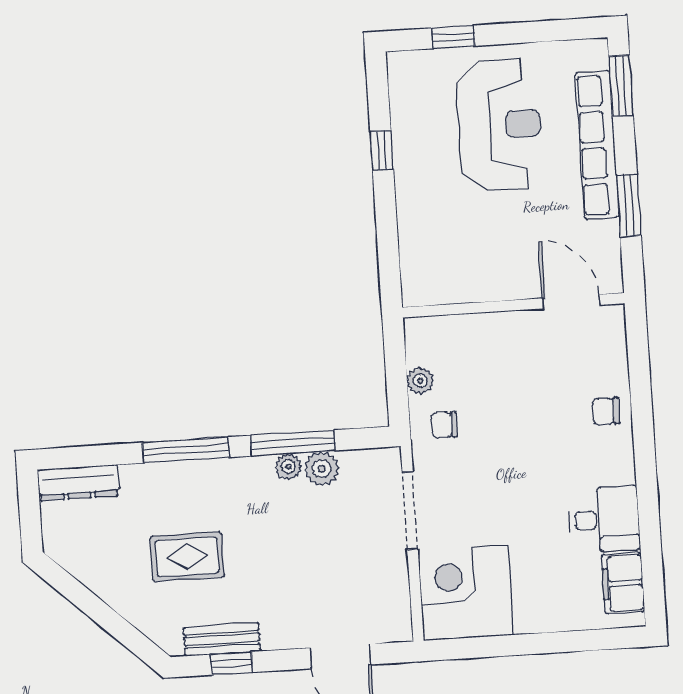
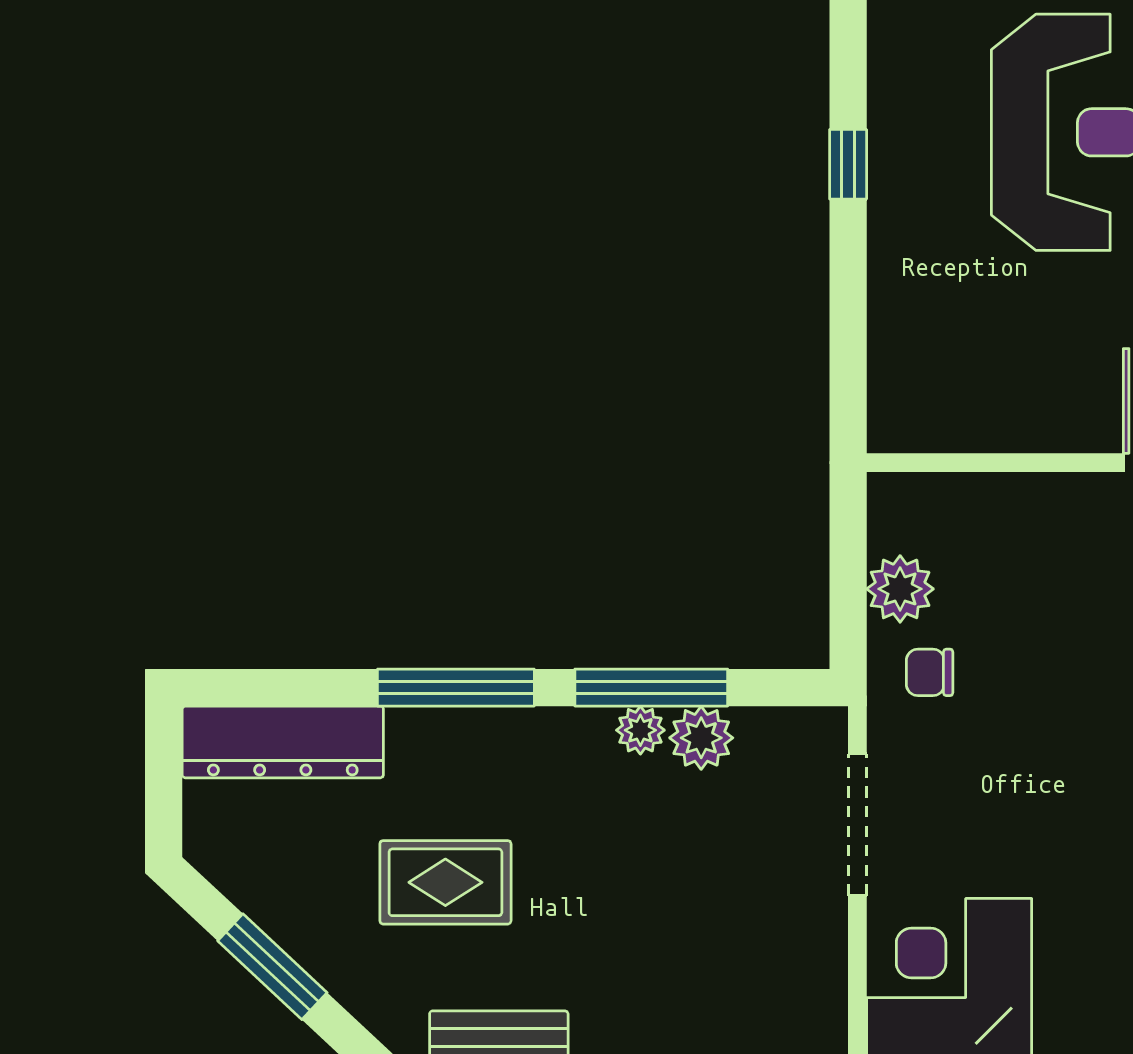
plant: (420, 381) -> (900, 589), width x1.38, depth x1.38
dresser: (78, 483) -> (283, 742), width x1.37, depth x1.24
window: (96, 609) -> (272, 967), added

